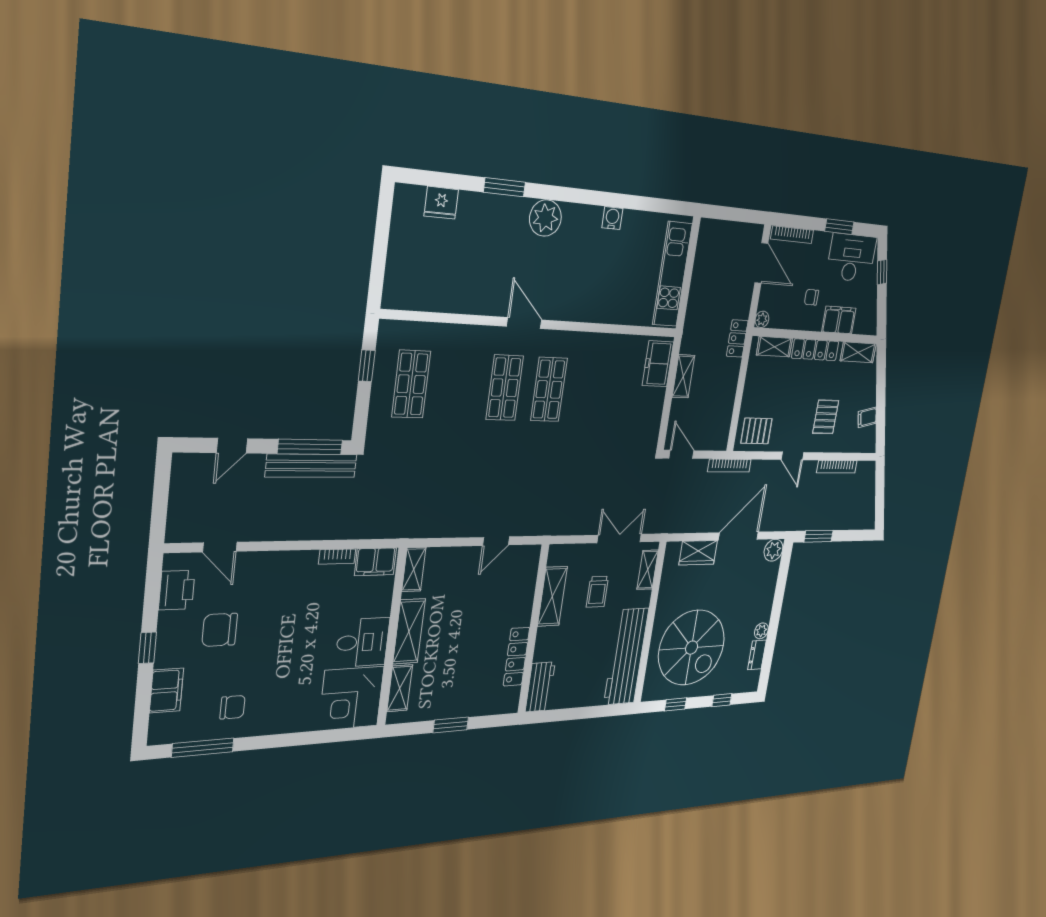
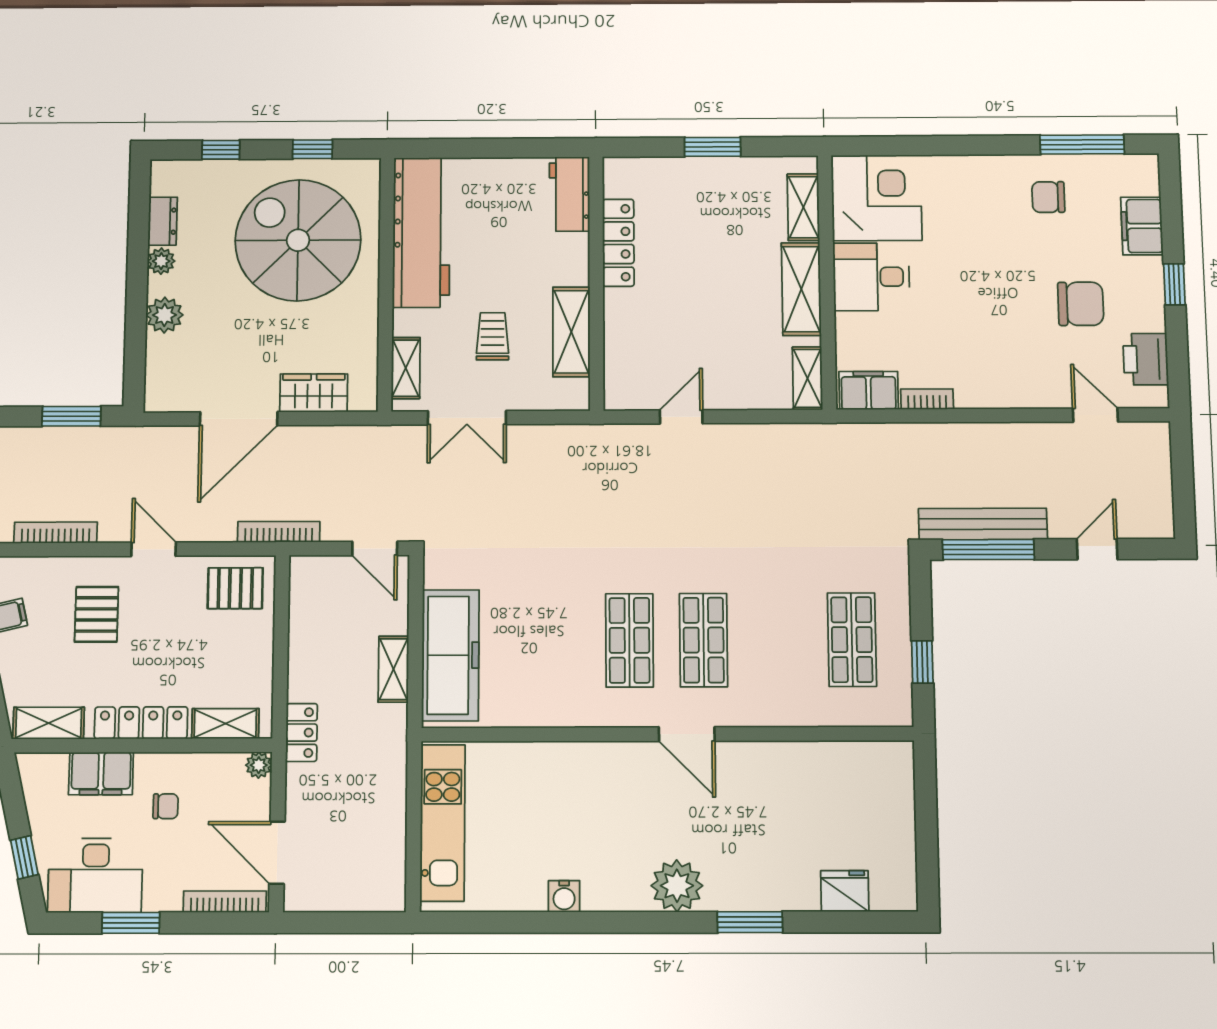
freezer: (658, 364) -> (450, 655), width x1.91, depth x1.26
plant: (773, 550) -> (165, 315), moved

